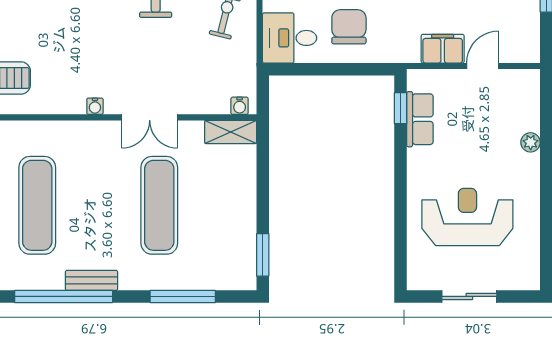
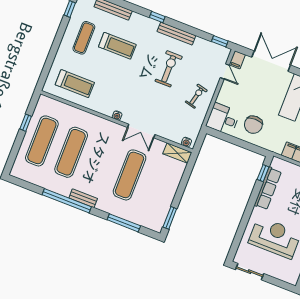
chair: (349, 27) -> (253, 125), turned 180
row of seats: (420, 119) -> (268, 188), width x1.48
sliding door: (469, 296) -> (250, 272), moved

